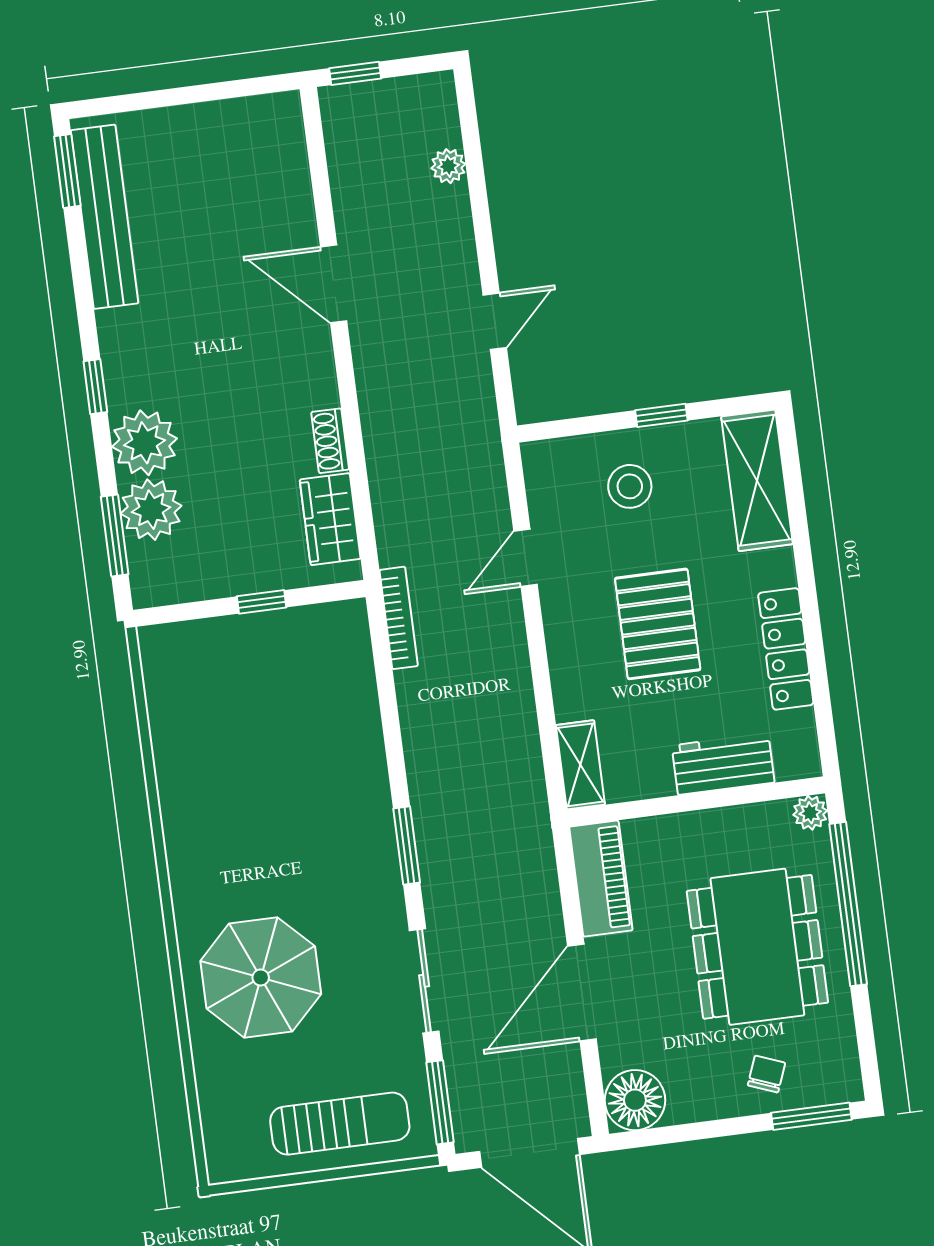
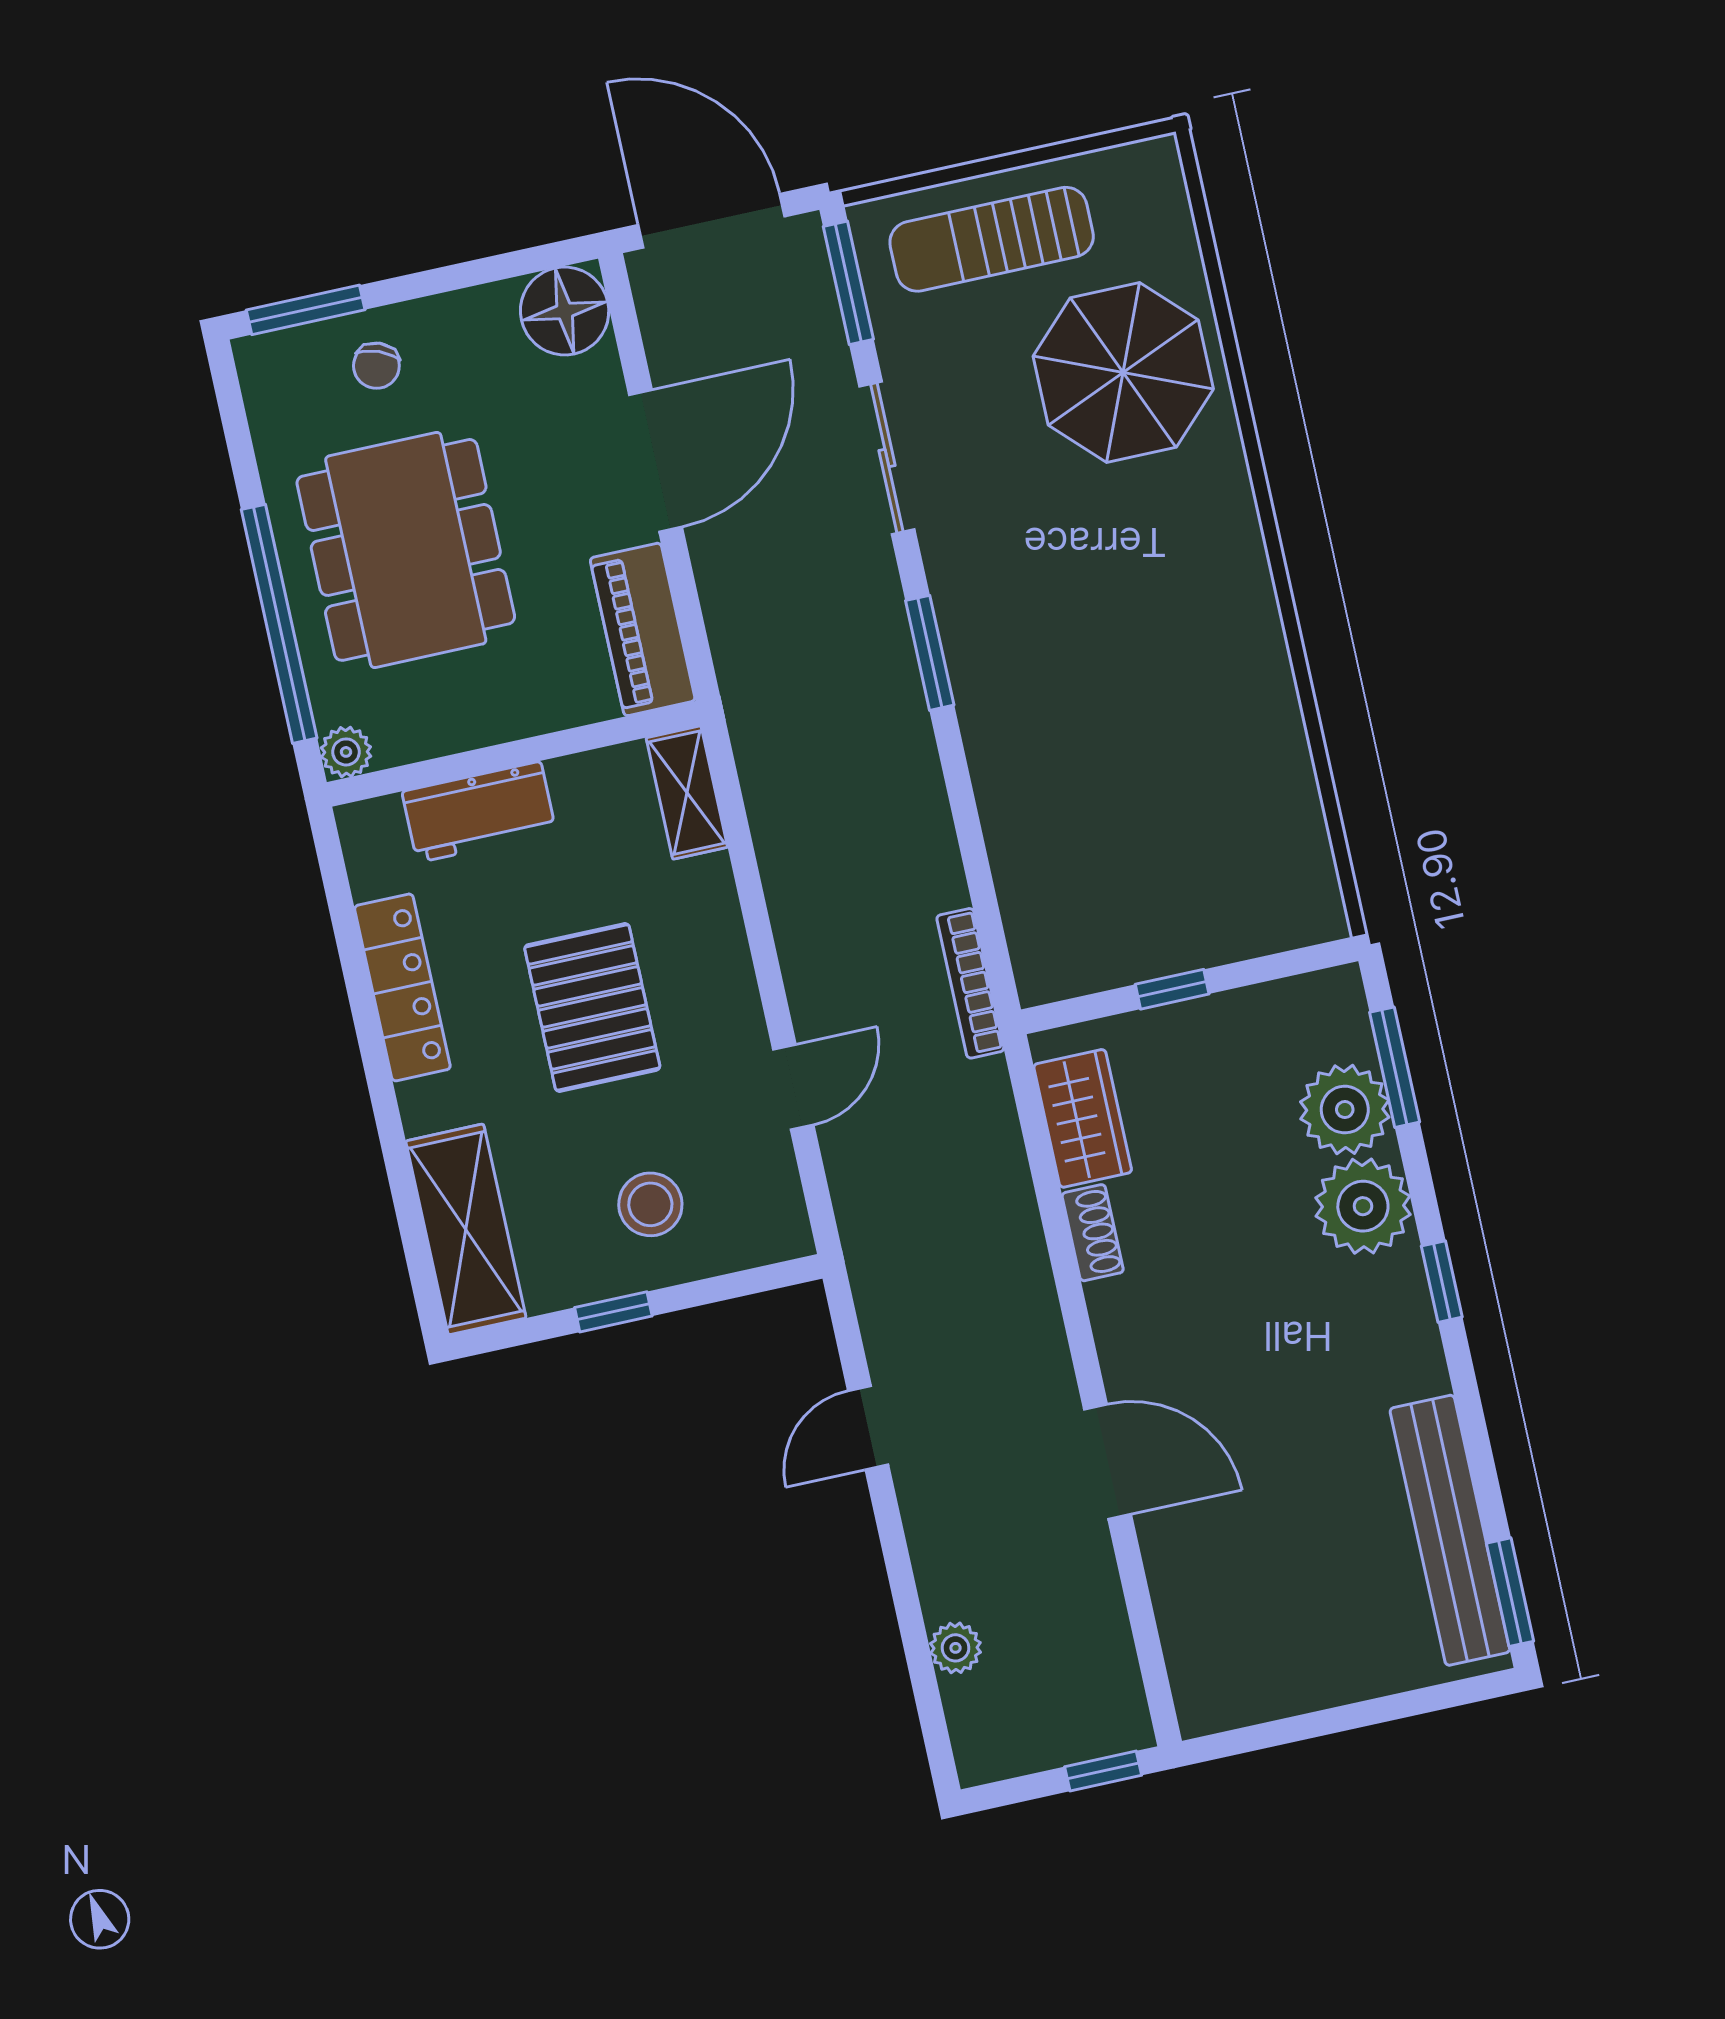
parasol: (261, 977) -> (1123, 373), moved

